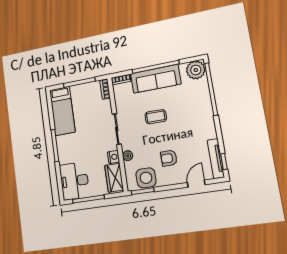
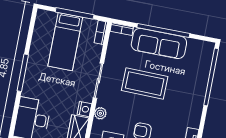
plant: (196, 70) -> (203, 51), removed
bed: (62, 111) -> (65, 42), moved
coffee table: (156, 117) -> (145, 84), width x1.86, depth x1.72

